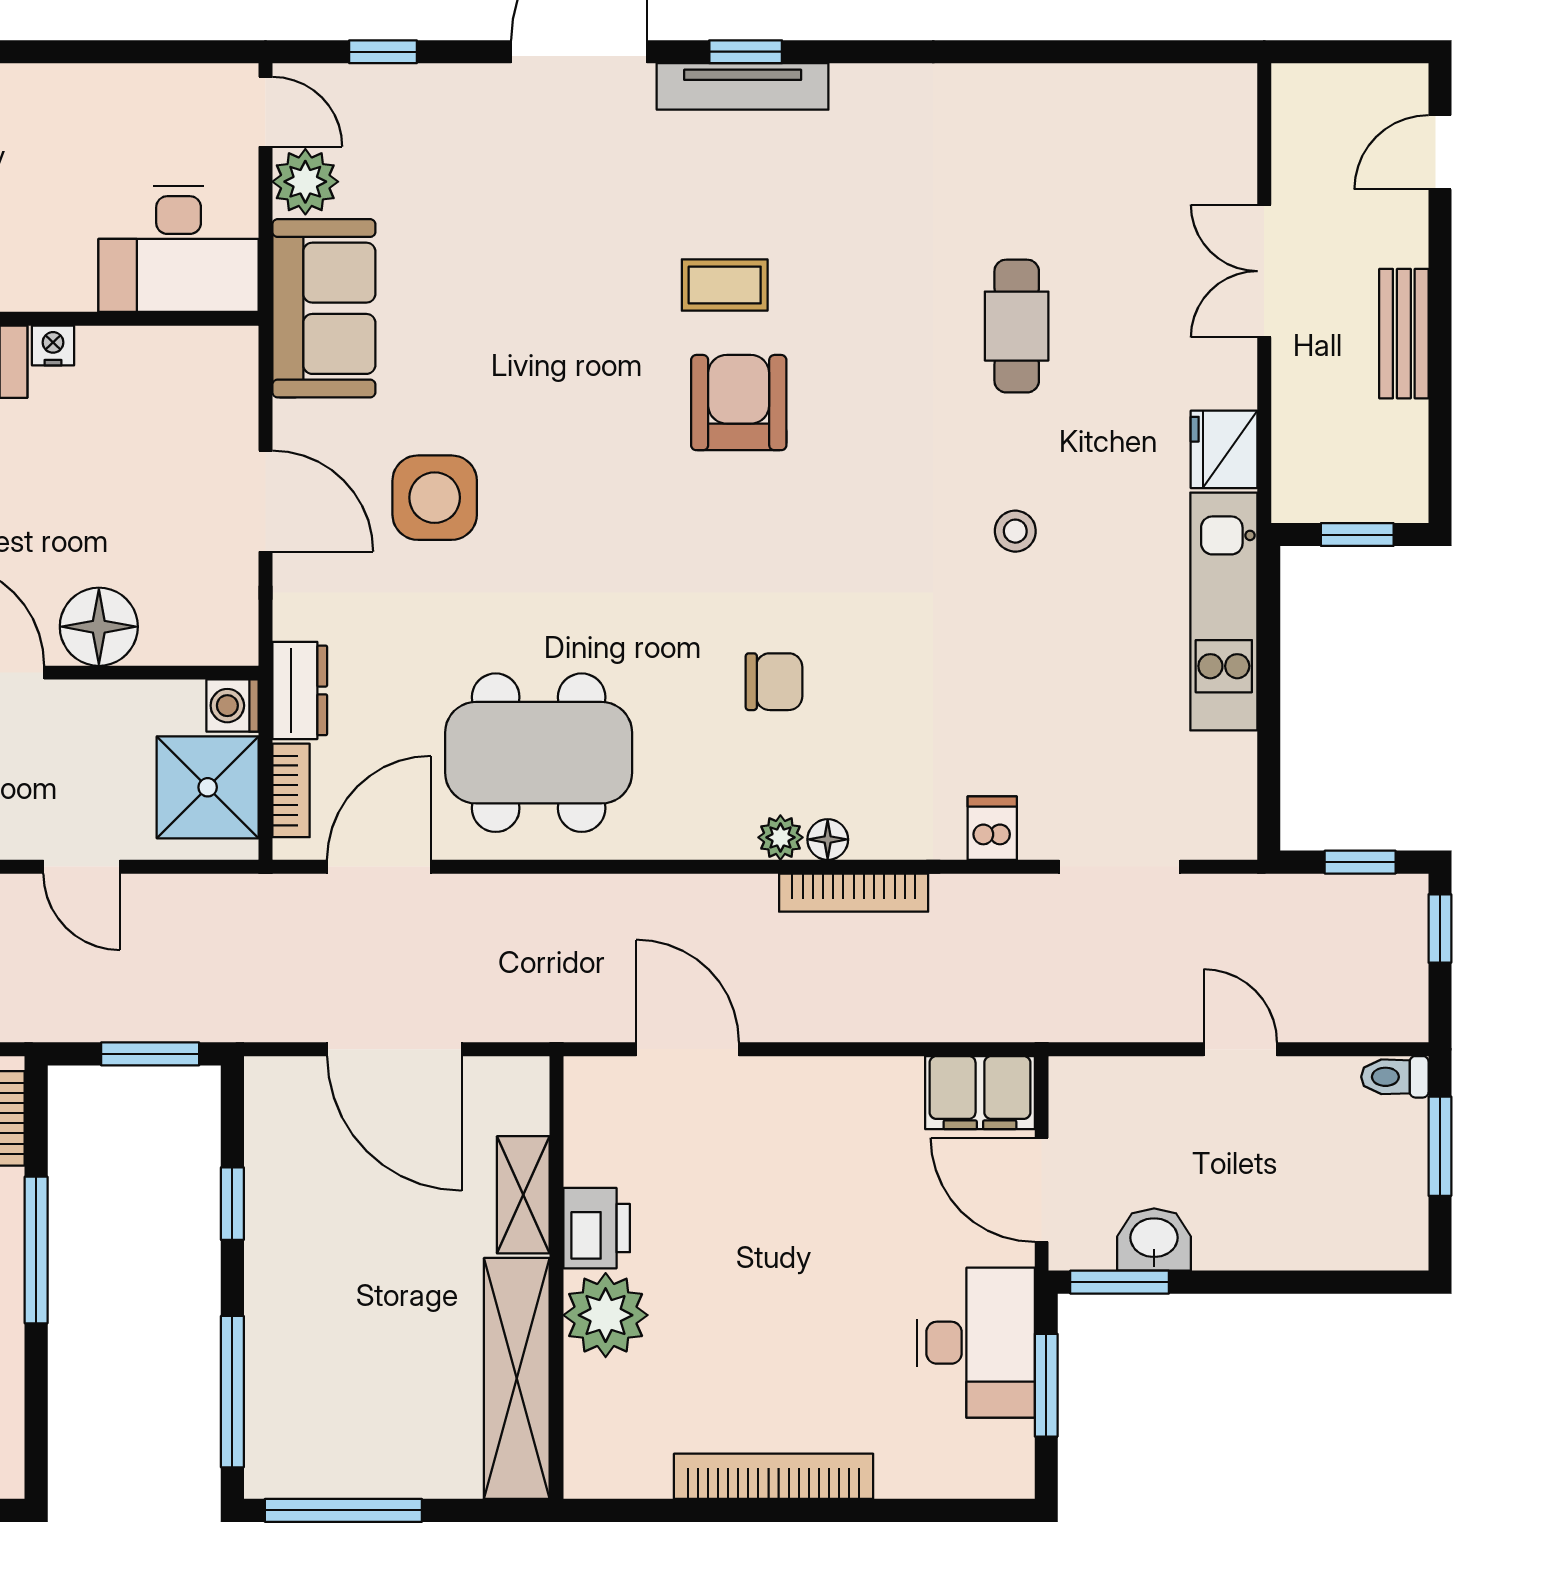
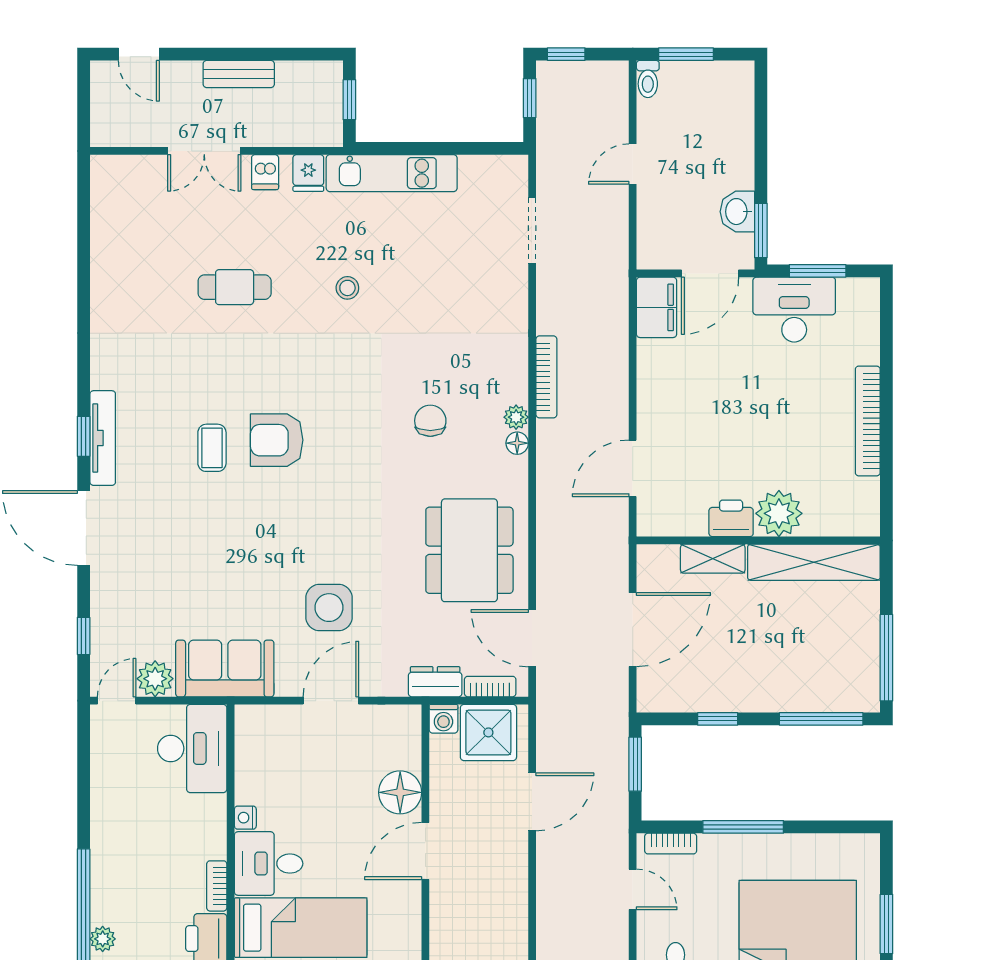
fridge: (1224, 449) -> (308, 173), width x0.72
dishwasher: (992, 828) -> (265, 172), moved, turned -90
floor lamp: (828, 839) -> (517, 443), moved
door: (82, 867) -> (532, 802), width x1.38

